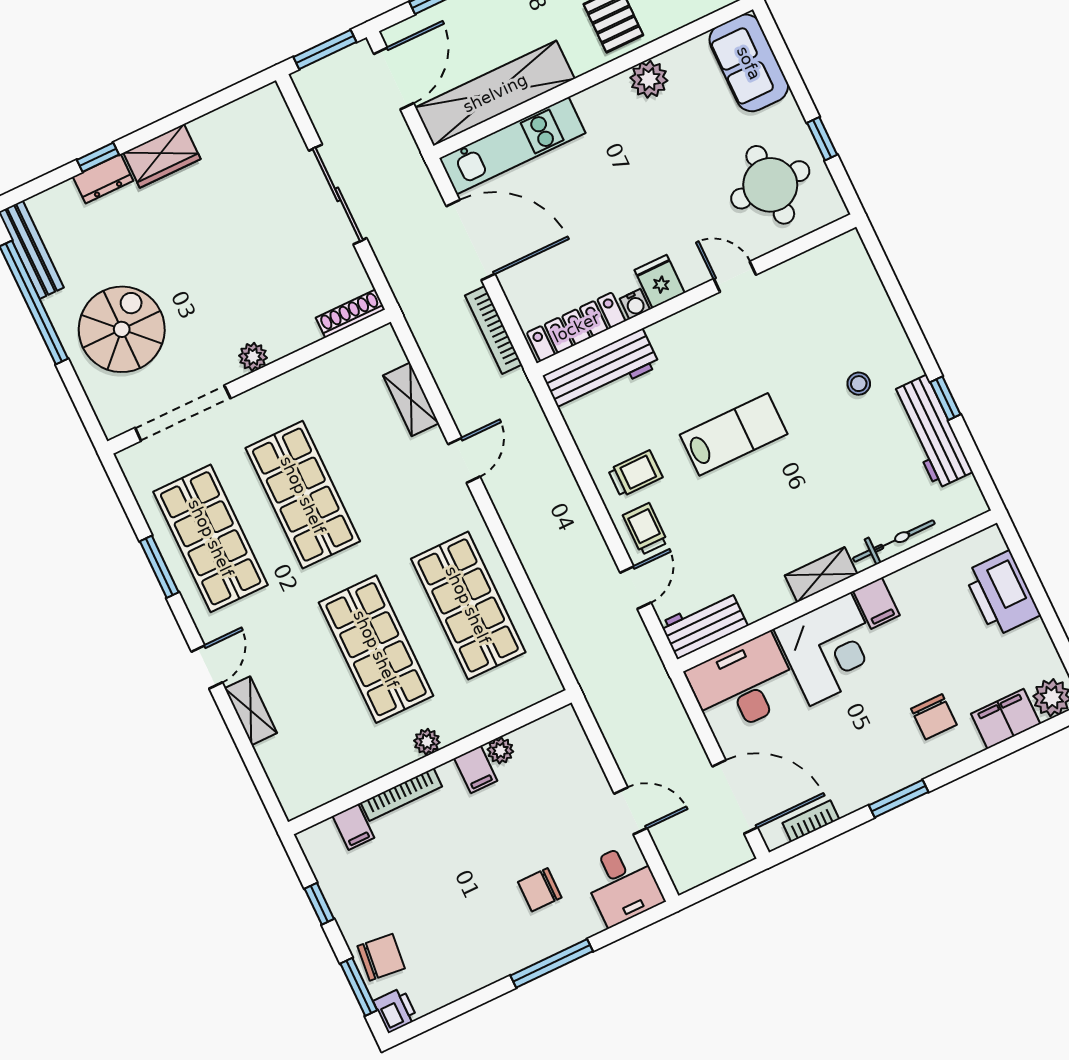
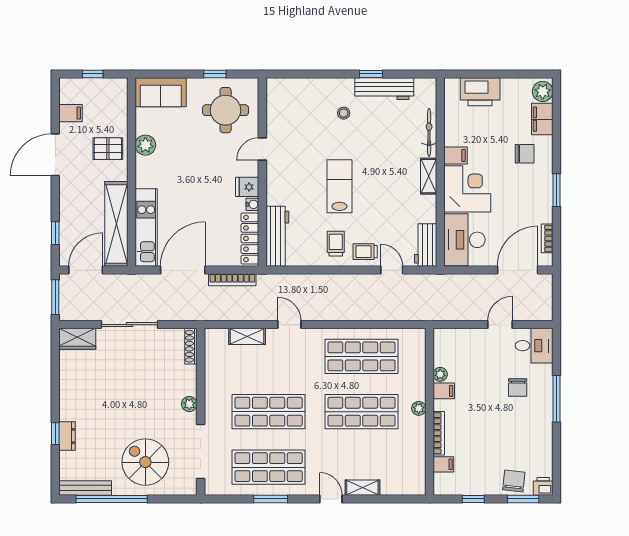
door: (394, 78) -> (86, 270), hinge flipped
wardrobe: (162, 156) -> (77, 339), moved, turned 90

